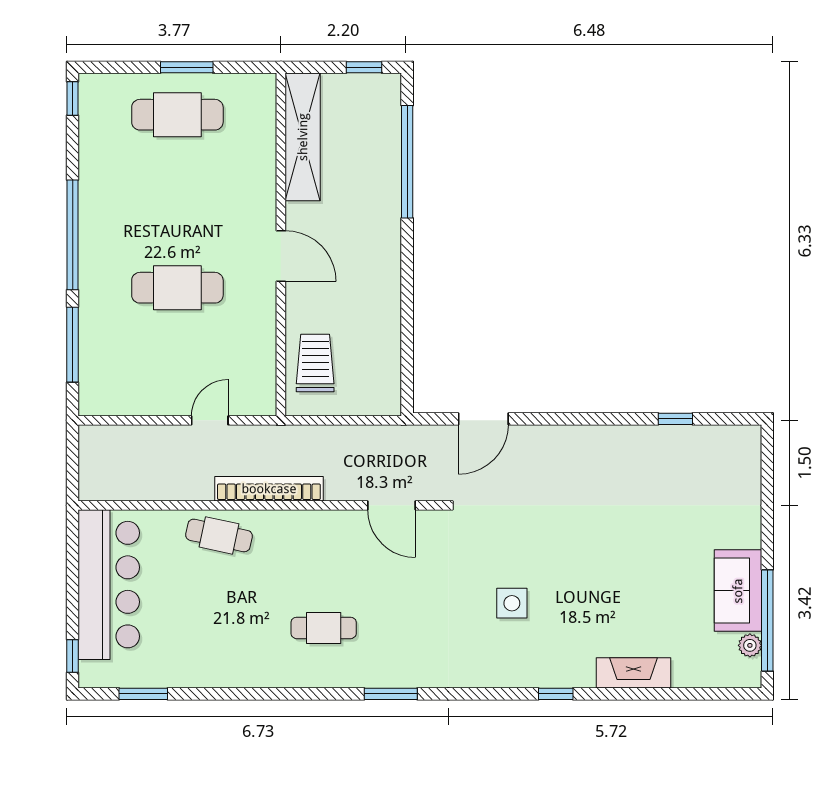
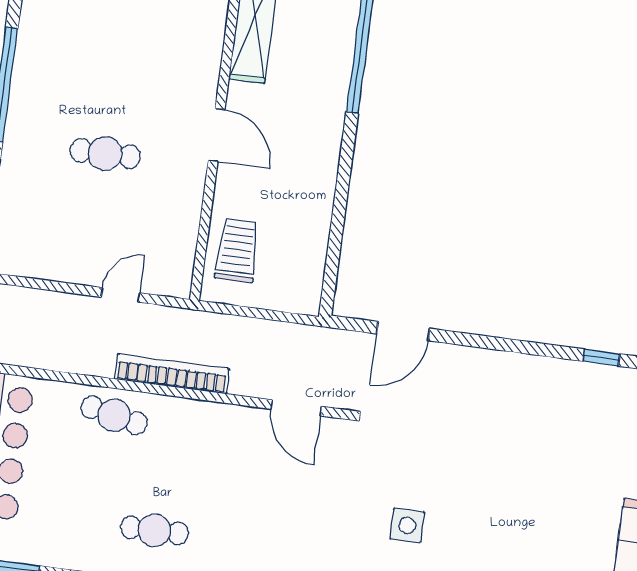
cafe table: (177, 288) -> (105, 154), width x0.73, depth x0.74
cafe table: (324, 628) -> (154, 530), moved

